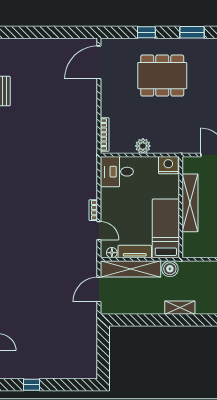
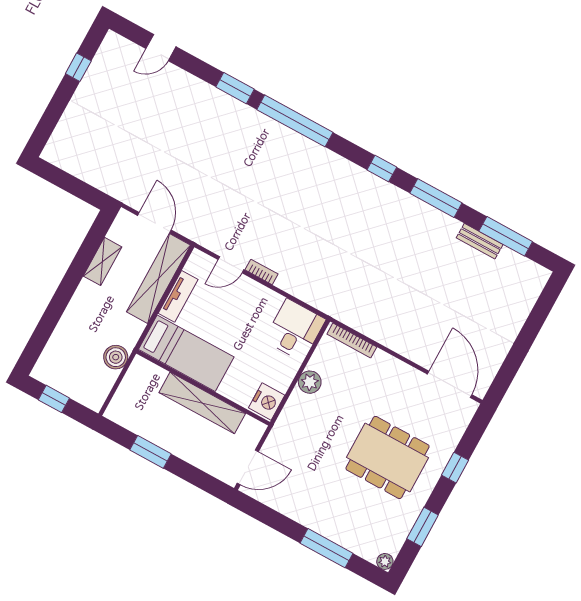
dining table: (162, 76) -> (388, 457), turned 90
floor lamp: (112, 253) -> (193, 266), removed
boiler: (170, 269) -> (116, 357), moved
shelving: (180, 308) -> (103, 261), moved

